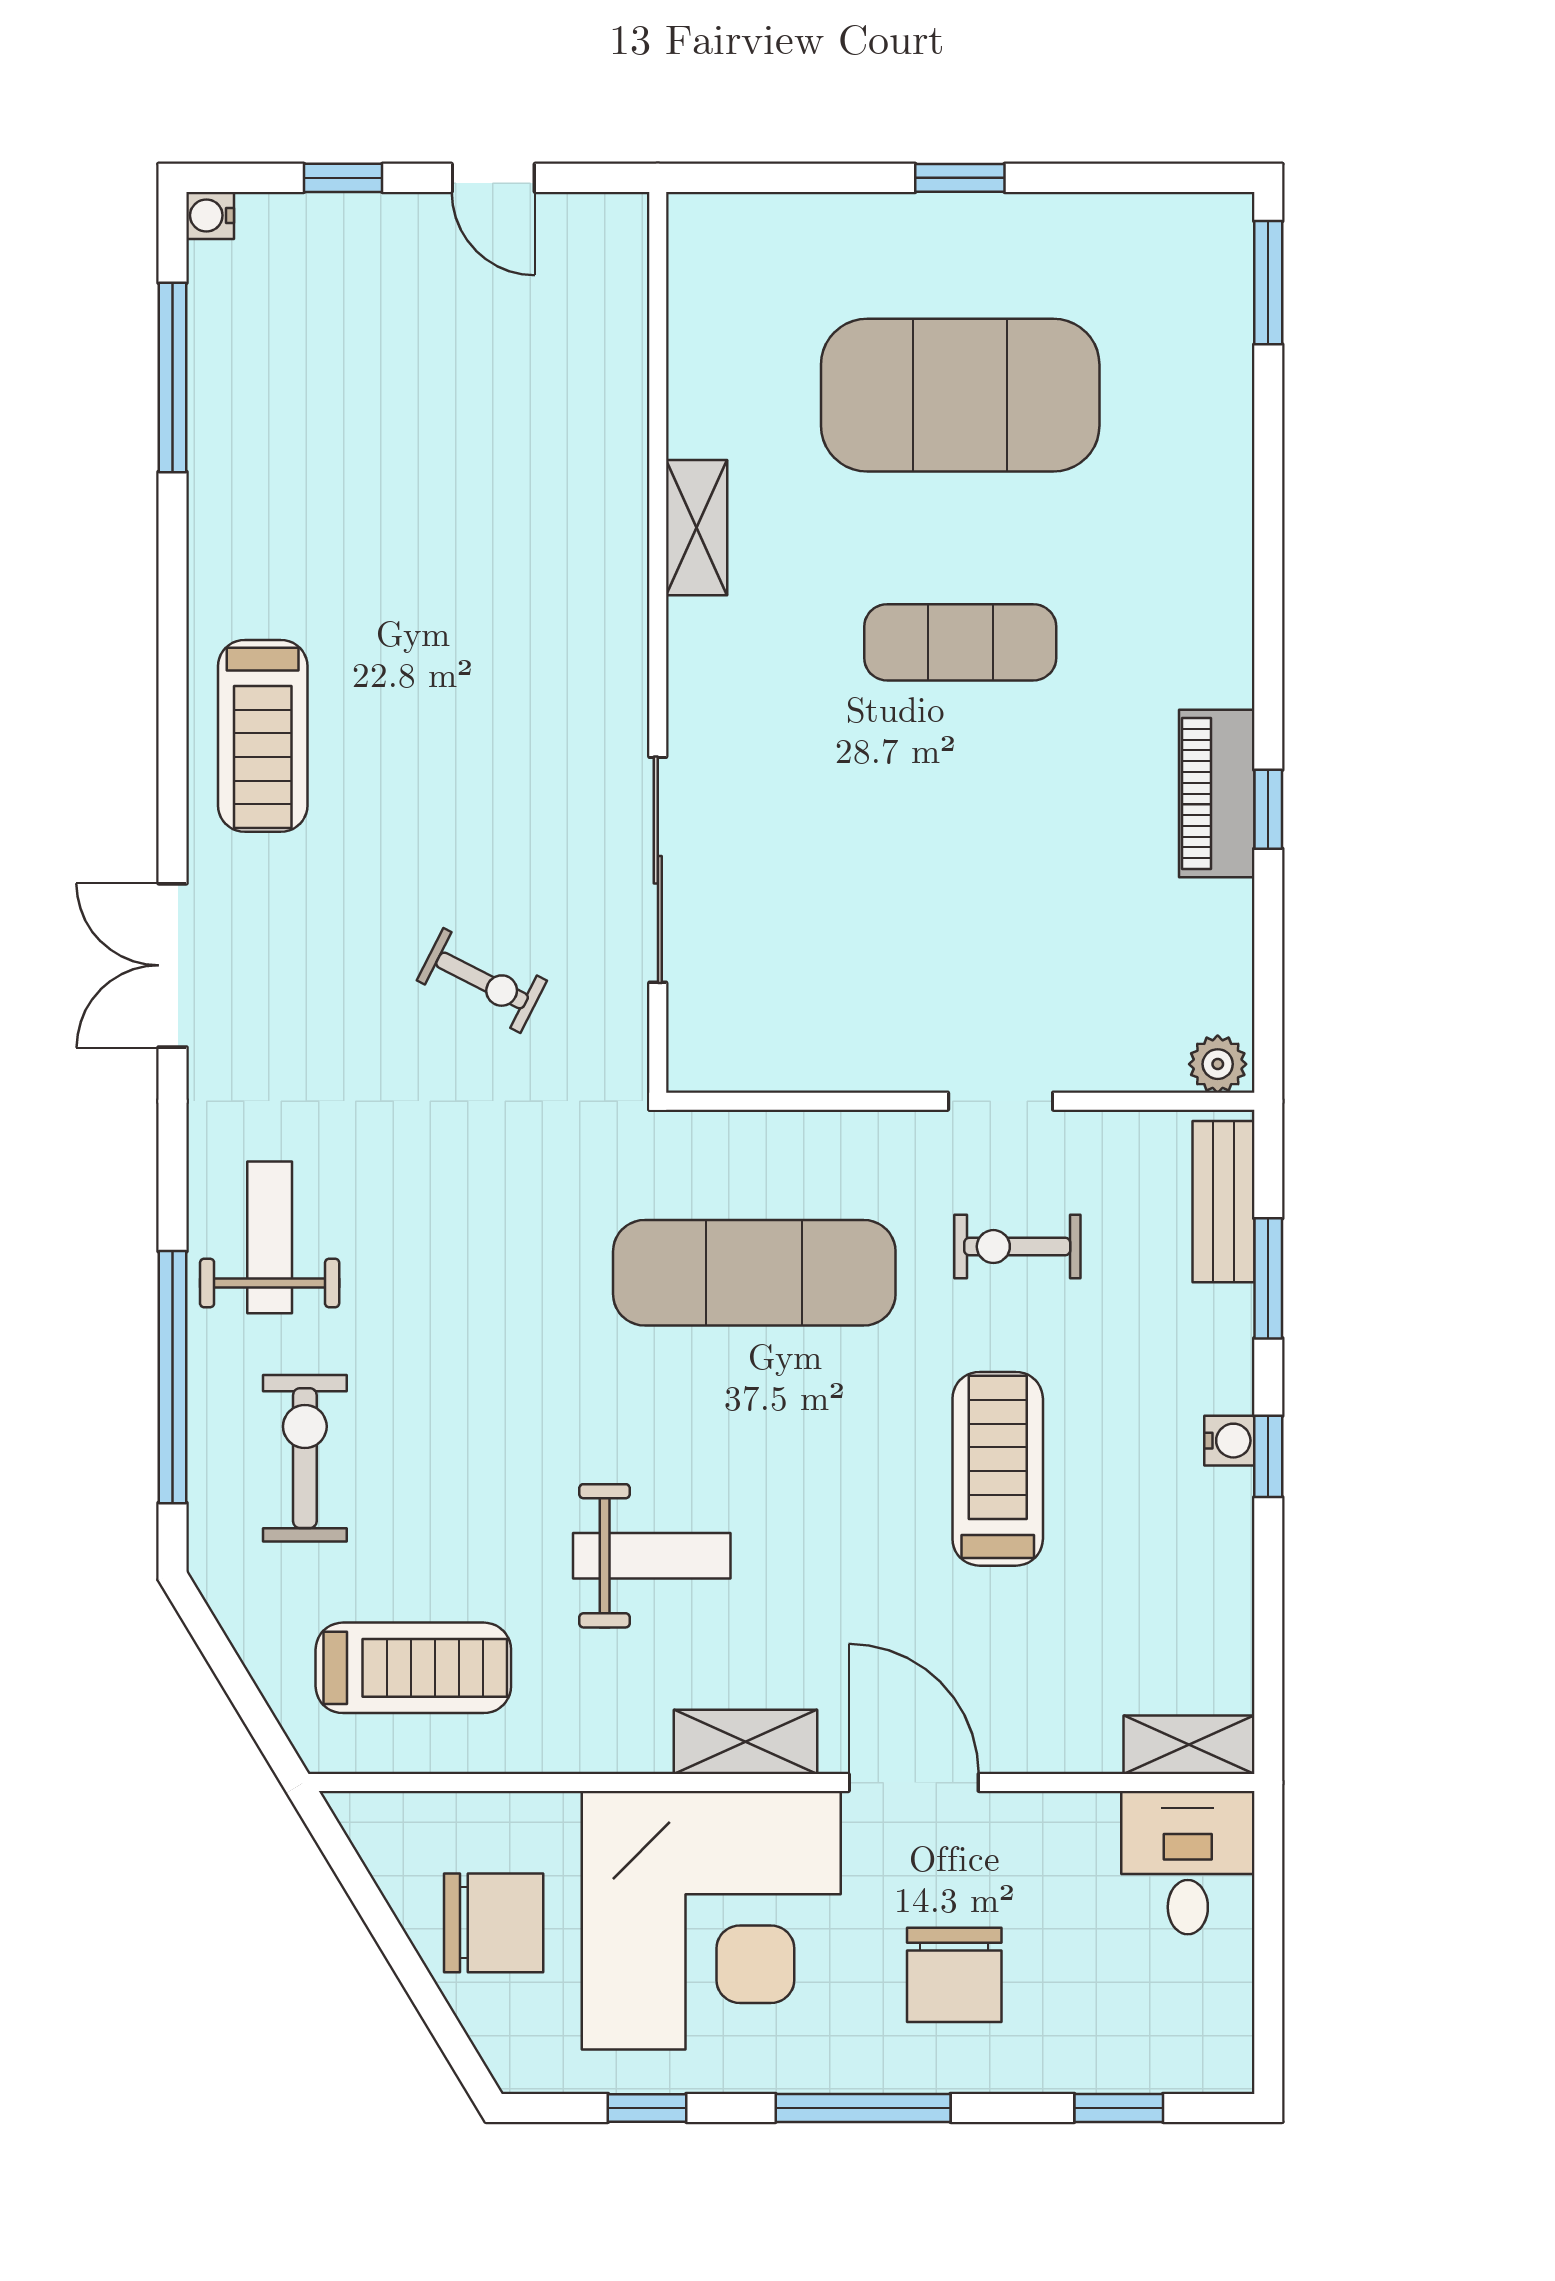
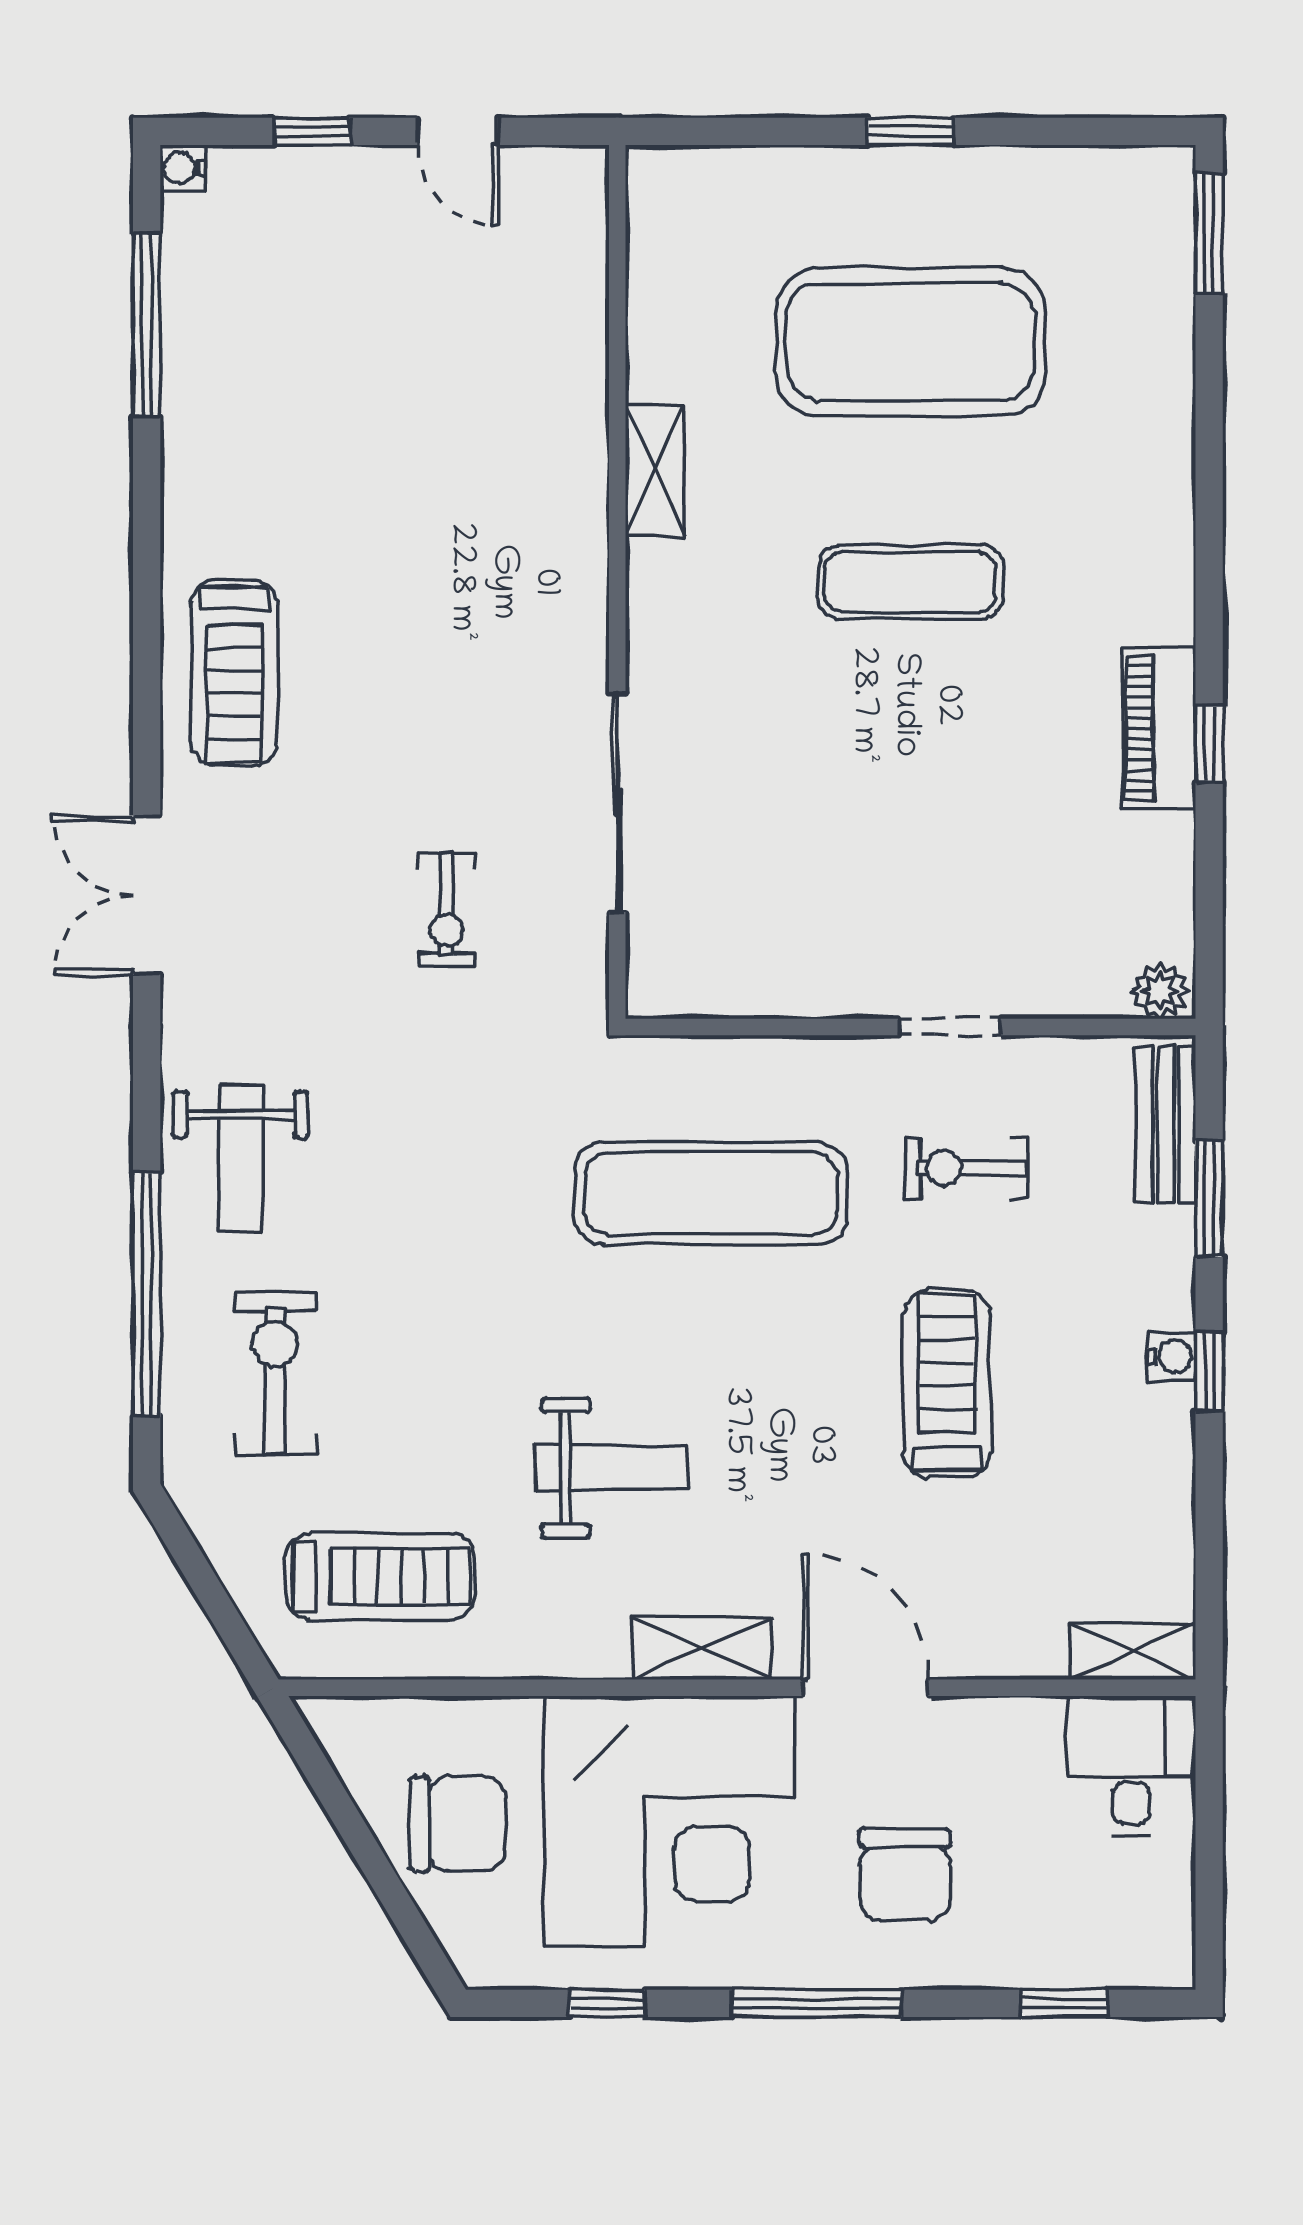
exercise bike: (482, 980) -> (447, 910), turned 63
weight bench: (270, 1237) -> (241, 1159), turned 180

